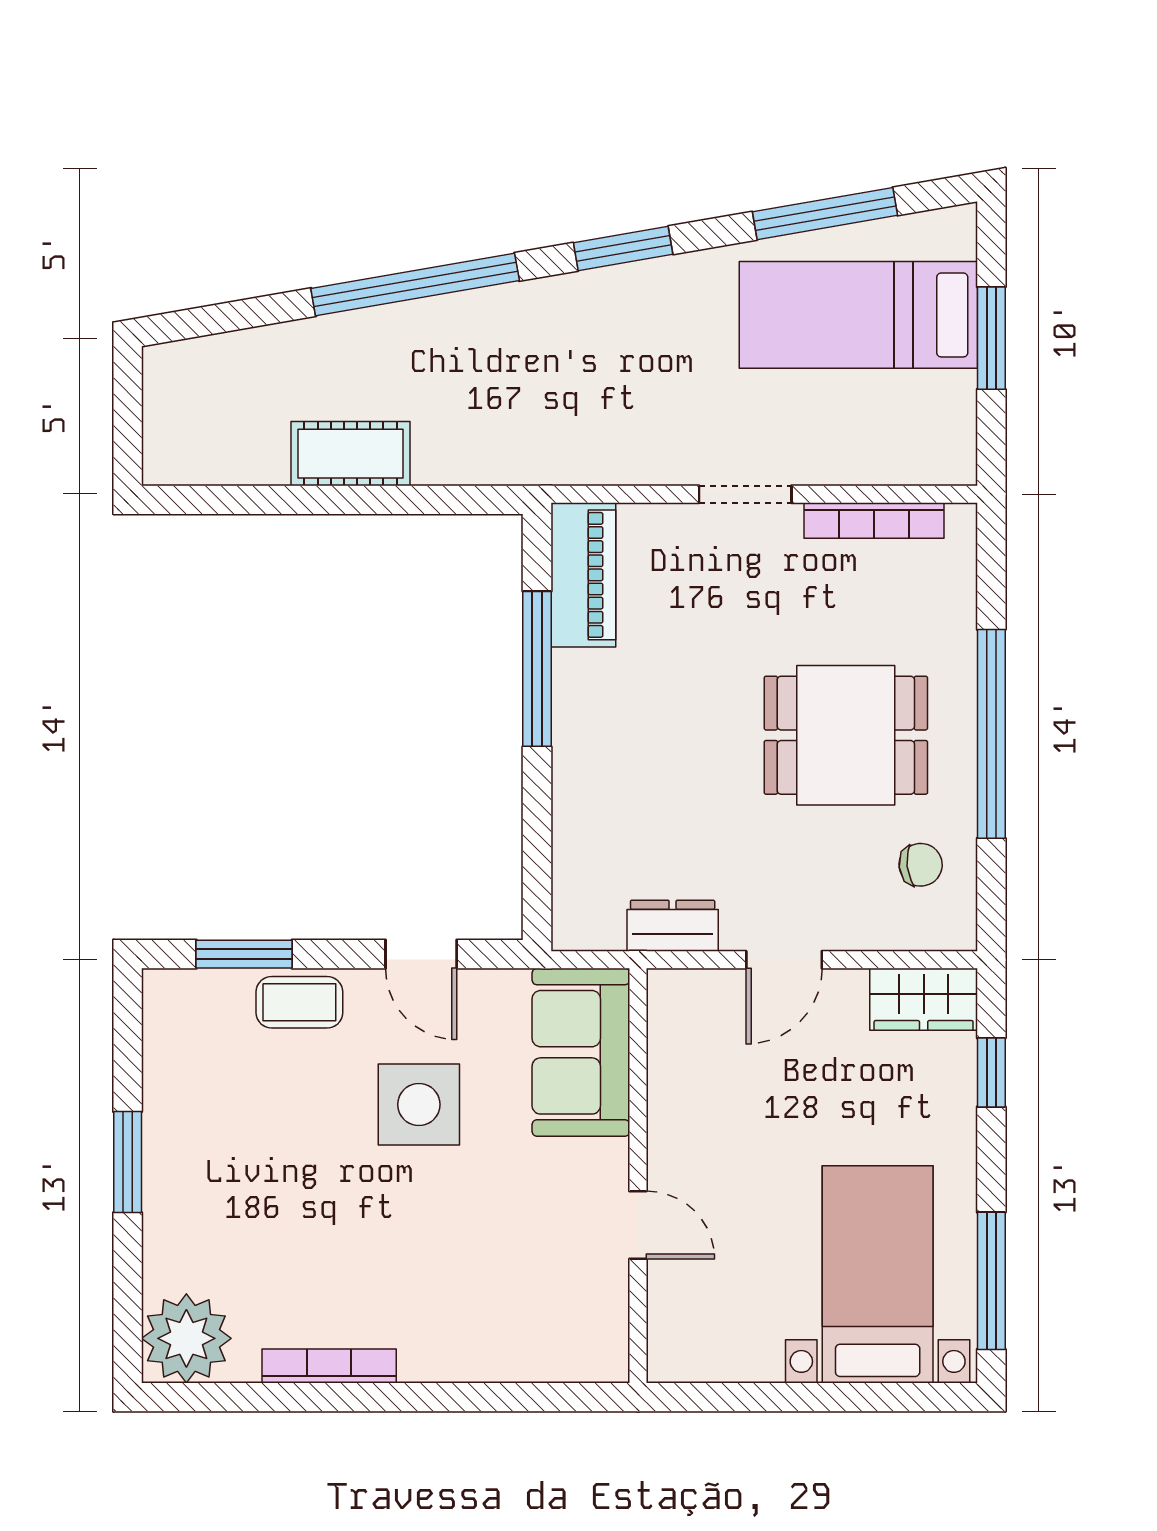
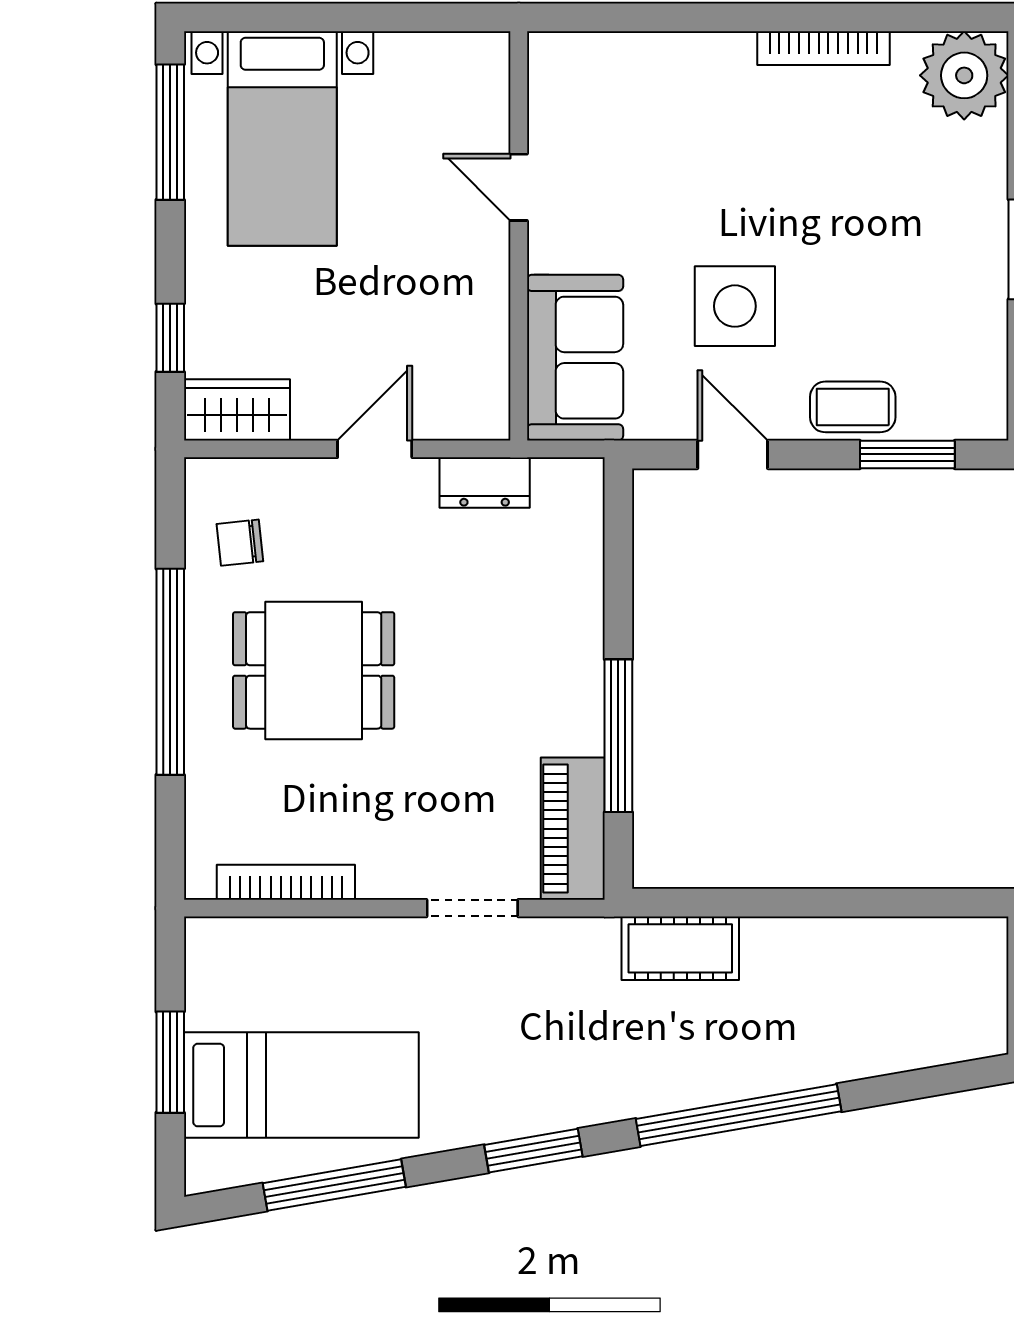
cot: (350, 454) -> (680, 948), moved
doorway: (745, 494) -> (472, 908), moved

